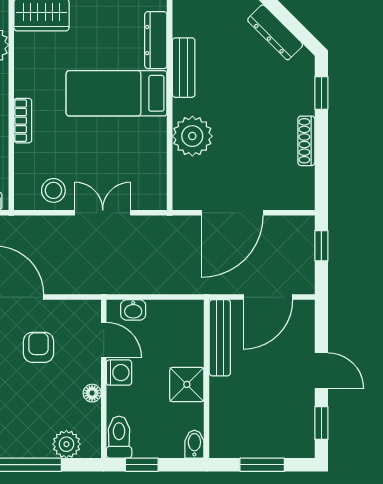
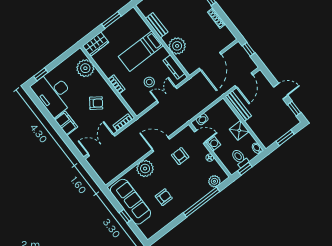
dresser: (156, 40) -> (174, 67), moved
stool: (53, 190) -> (149, 82), moved
toilet: (119, 437) -> (240, 158), moved

